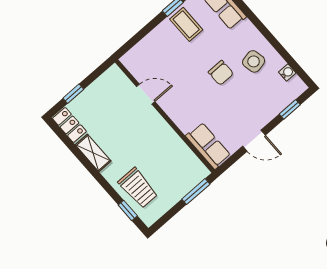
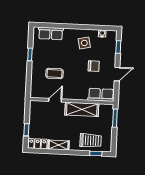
coffee table: (186, 24) -> (54, 73), moved
chair: (221, 73) -> (94, 66), moved
shelving: (167, 139) -> (82, 109), added

